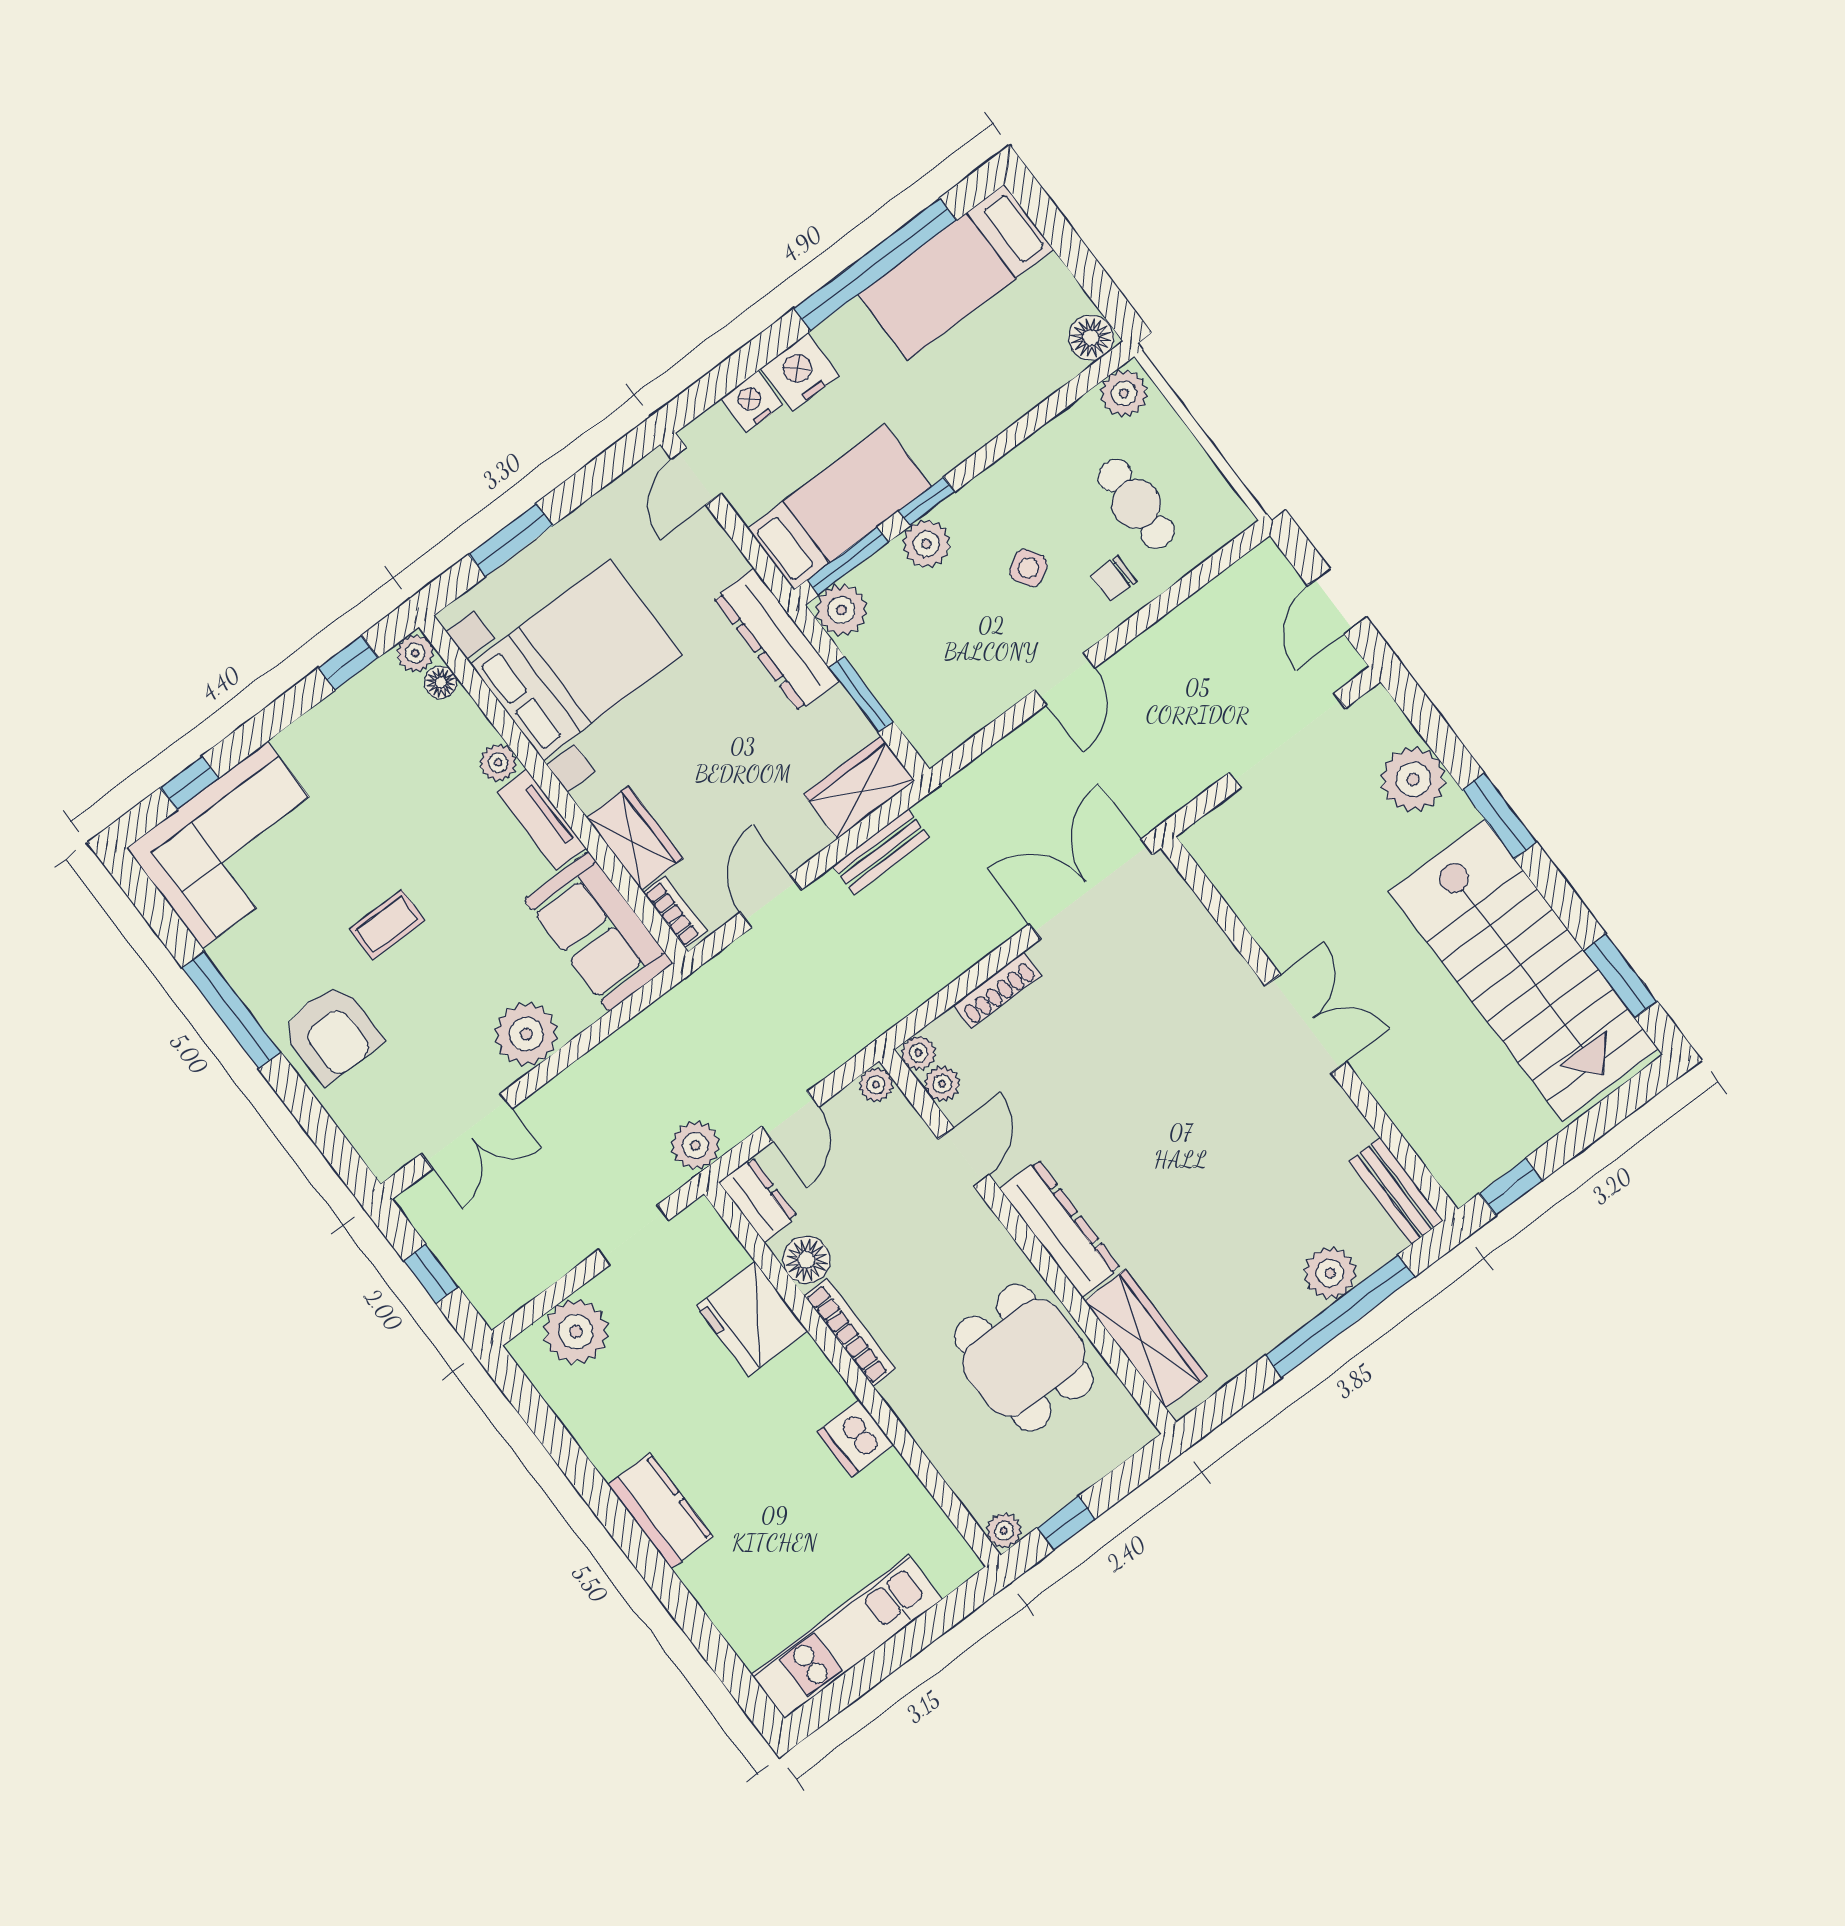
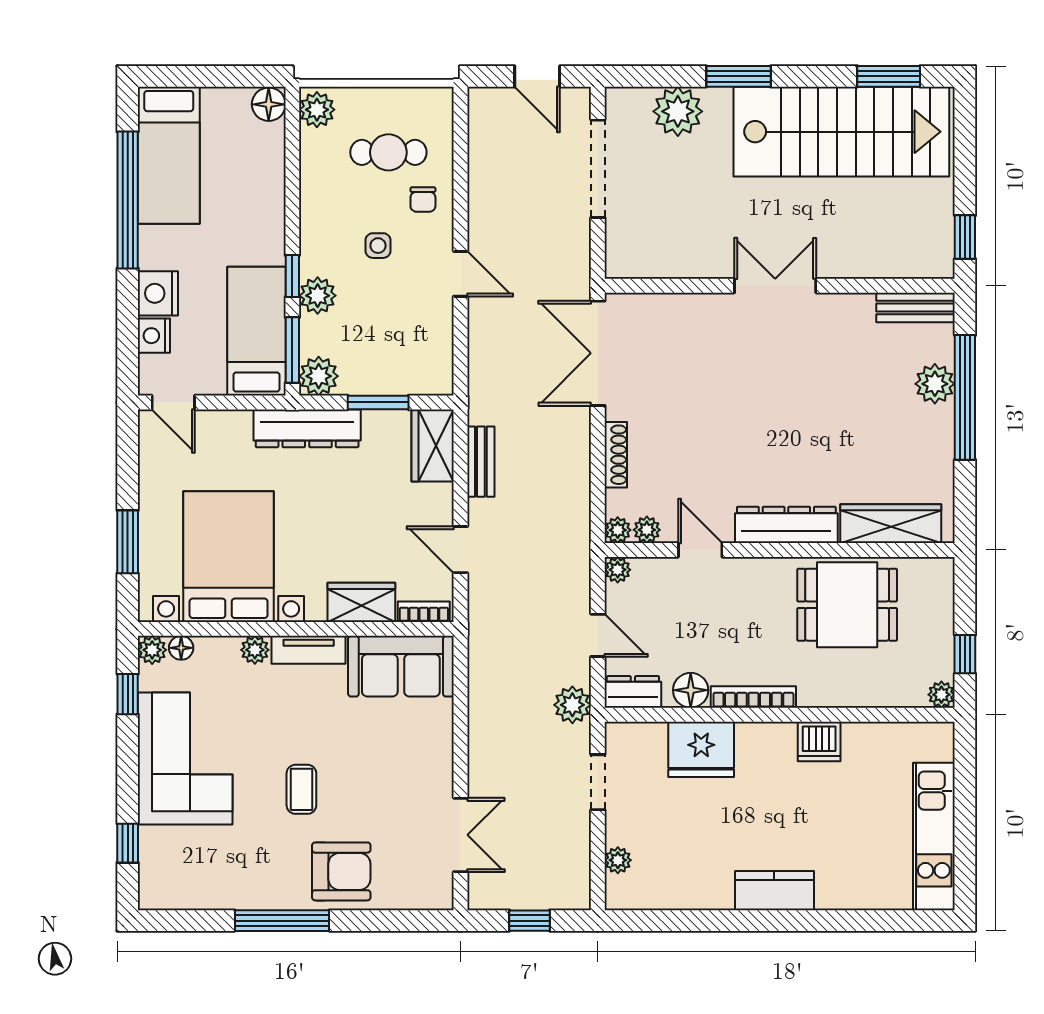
side table: (1028, 568) -> (378, 246), turned 30
corner sofa: (235, 845) -> (185, 759), moved
plant: (526, 1034) -> (430, 756), removed
plant: (576, 1332) -> (618, 860), width x0.53, depth x0.53

